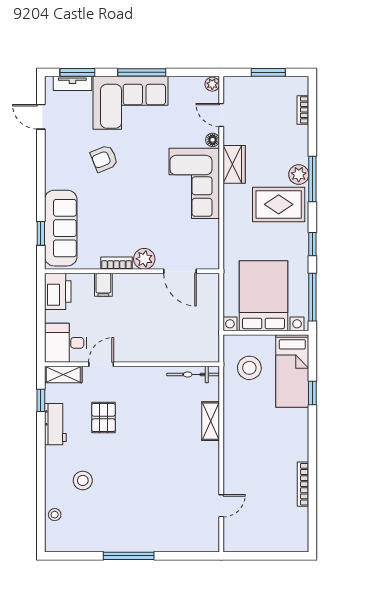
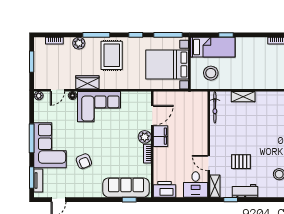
plant: (299, 175) -> (79, 43), moved
filing cabinet: (103, 285) -> (160, 136), moved, width x2.00

